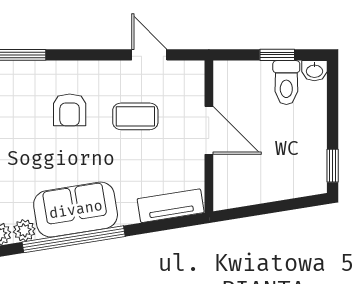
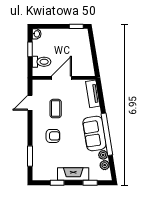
toilet: (286, 83) -> (42, 62), moved

